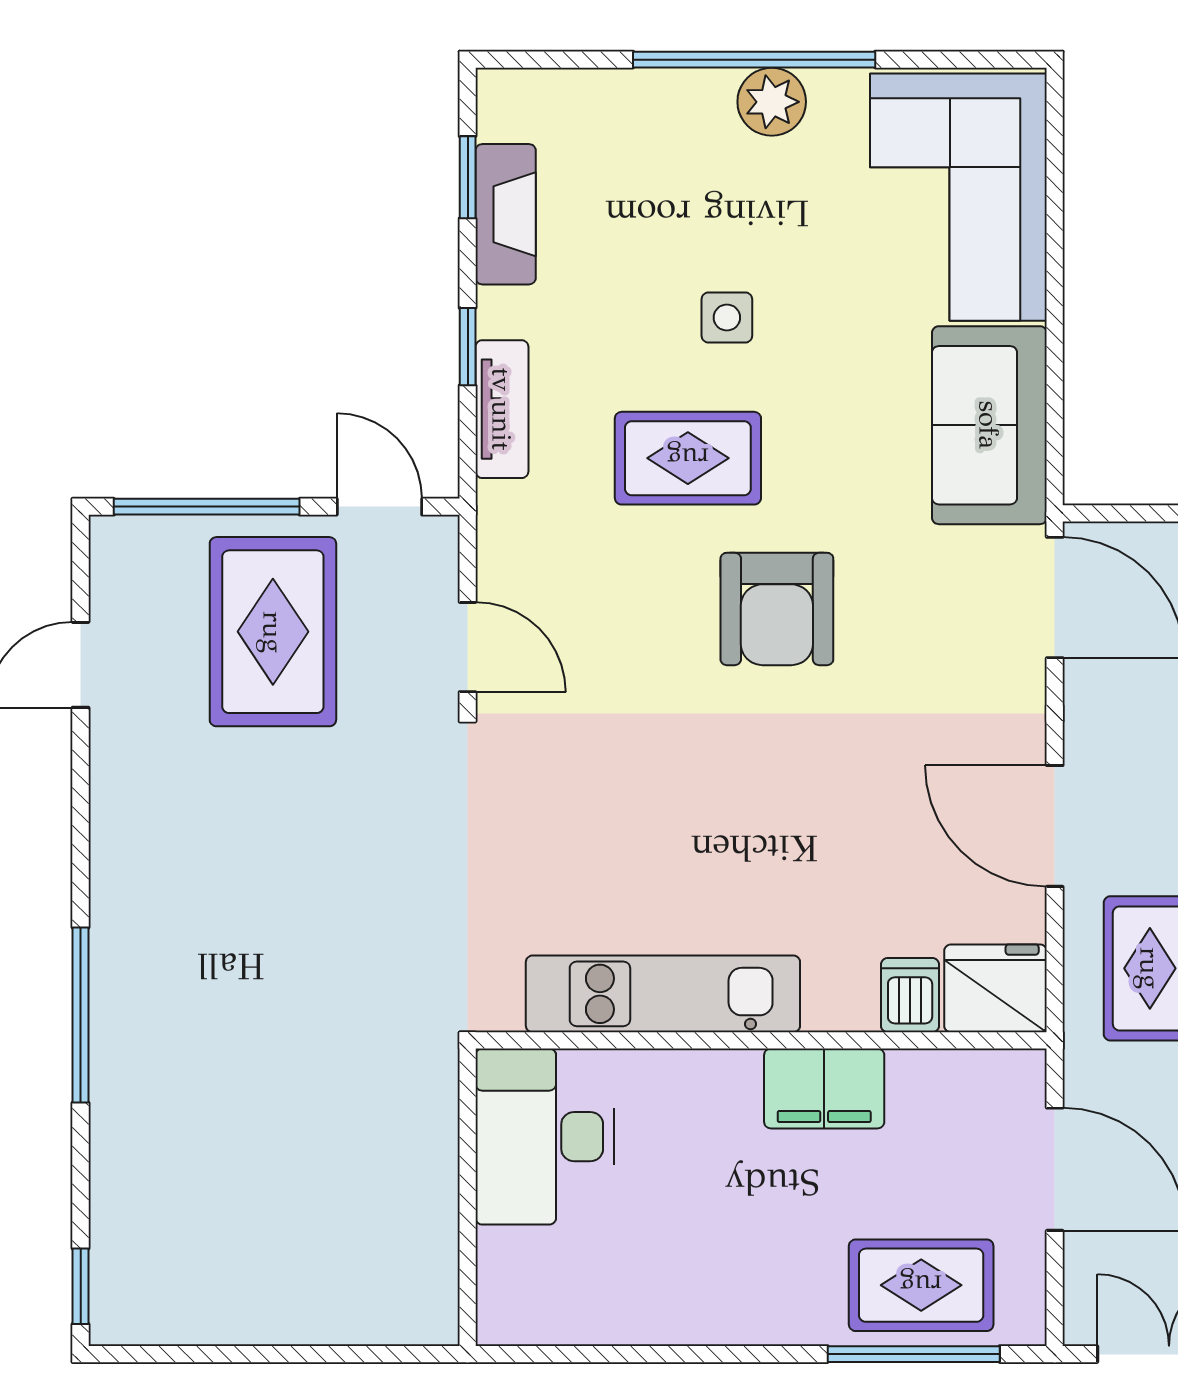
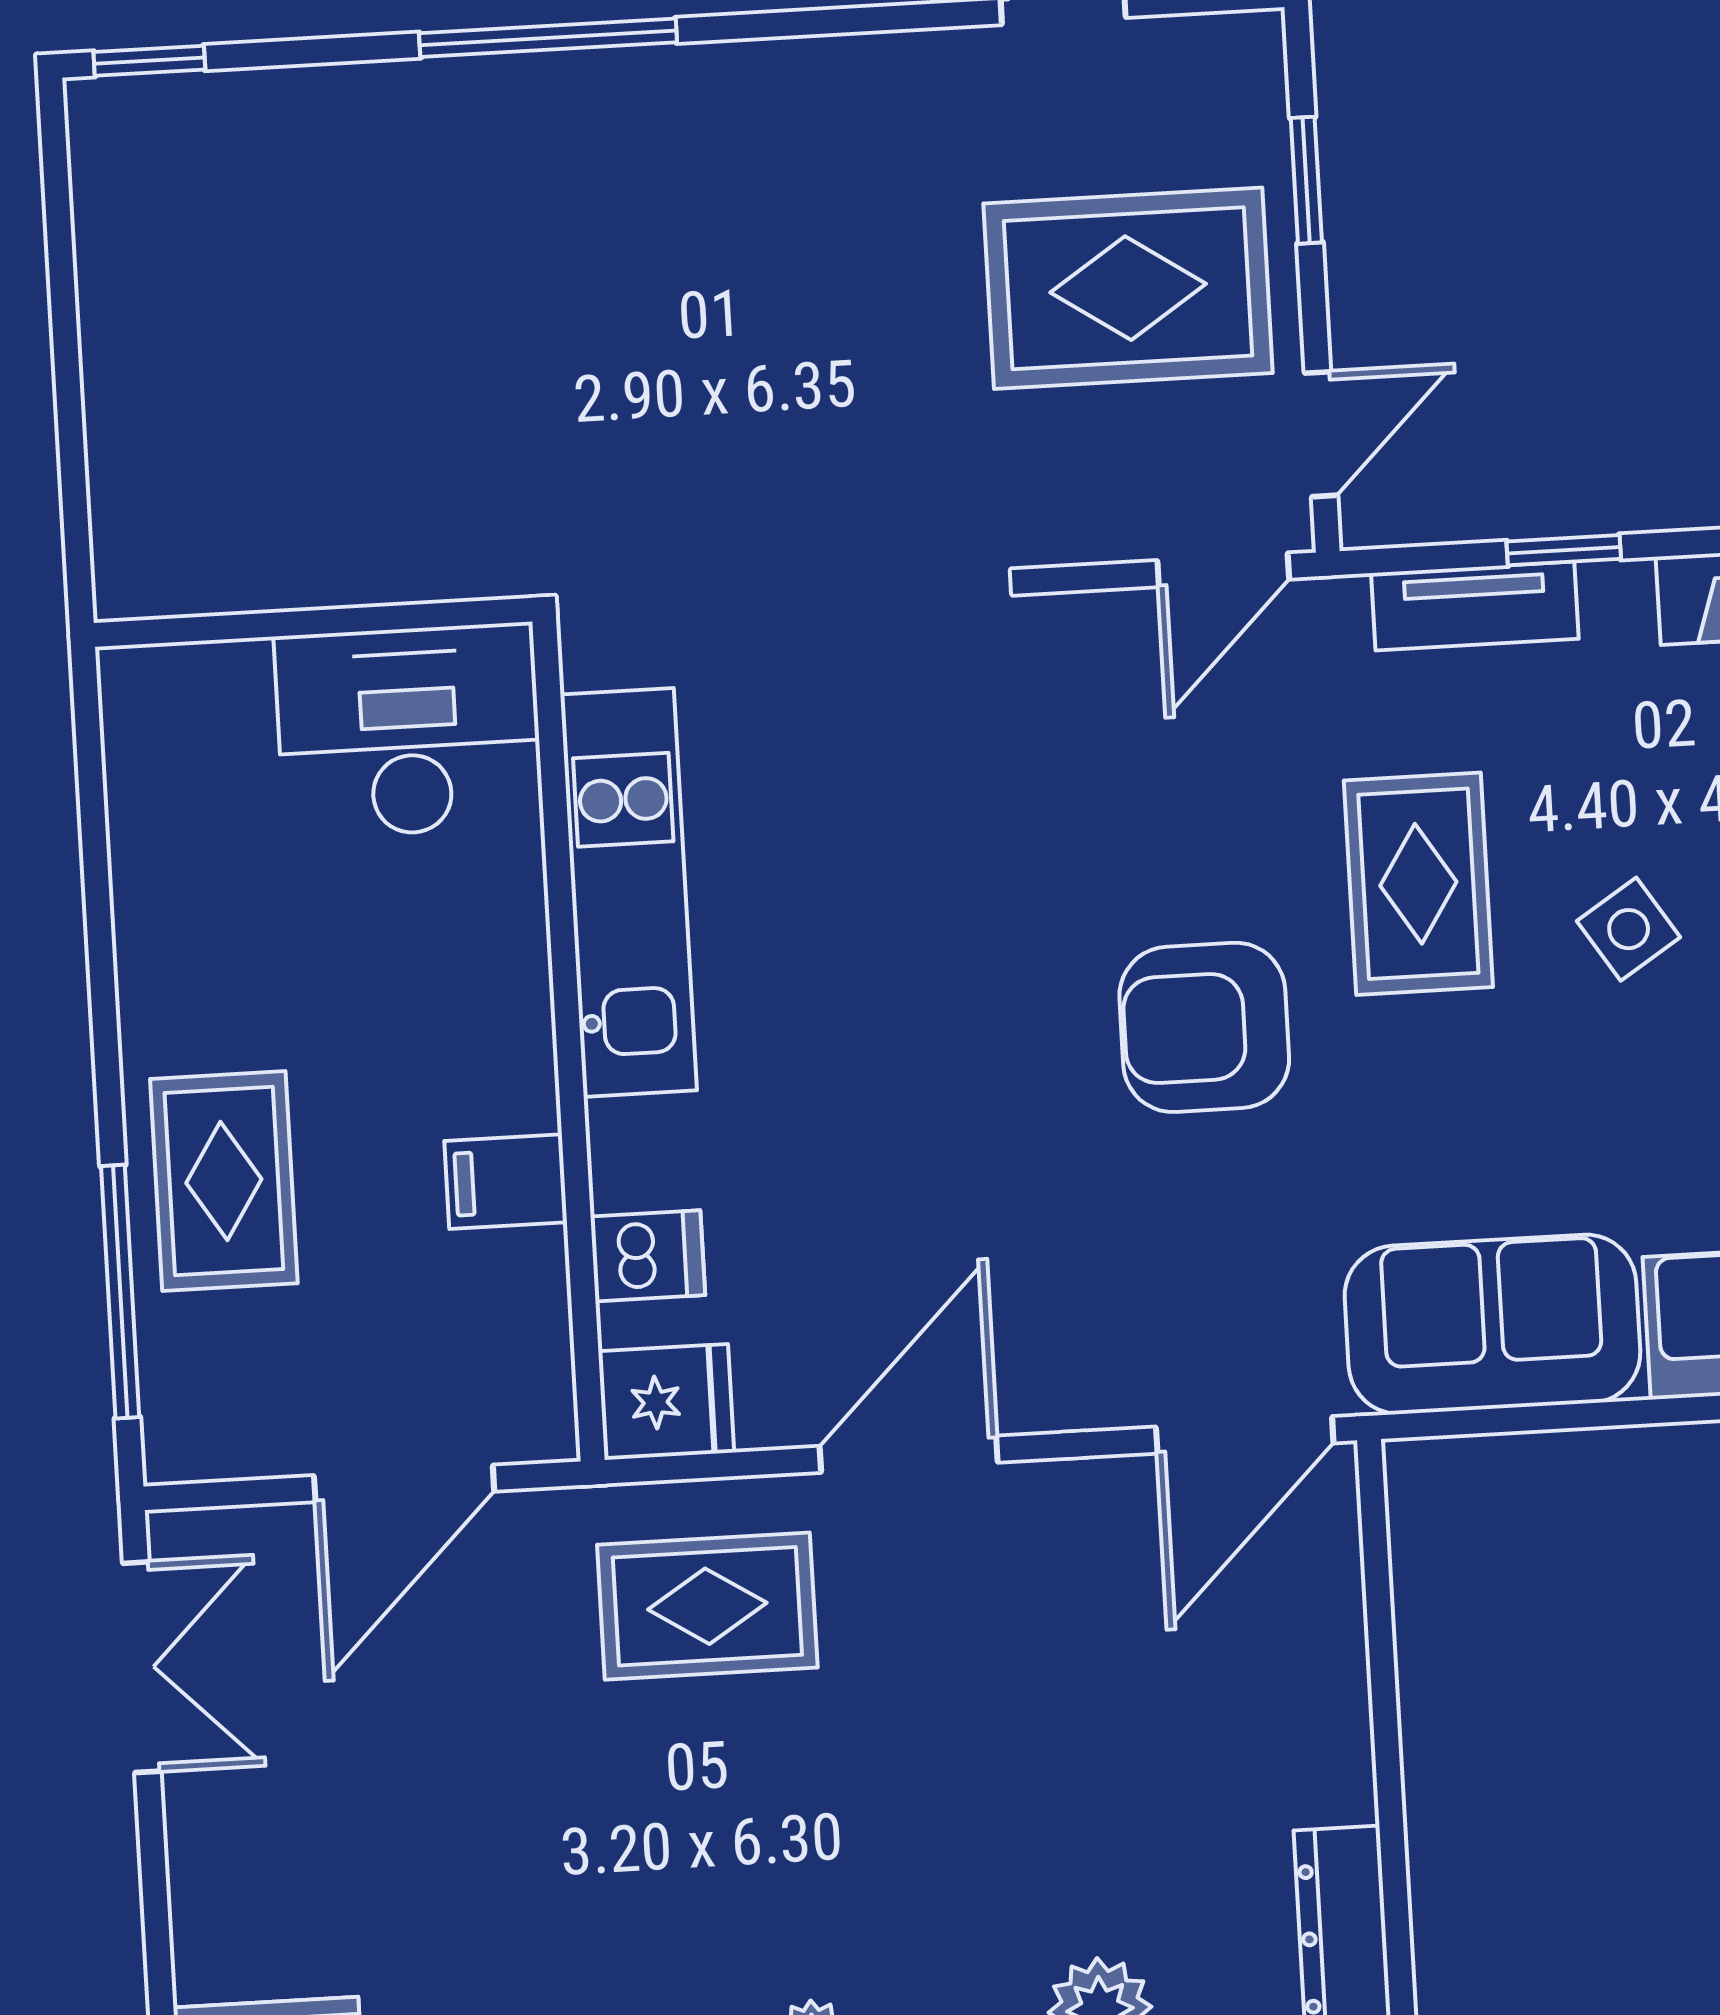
side table: (727, 318) -> (1629, 929), turned -33
window: (207, 507) -> (1306, 180), width x0.46
door: (468, 647) -> (1223, 570), moved
fridge: (996, 988) -> (666, 1402), width x0.72
filing cabinet: (824, 1088) -> (506, 1182), width x0.50
rug: (921, 1285) -> (224, 1181), moved

